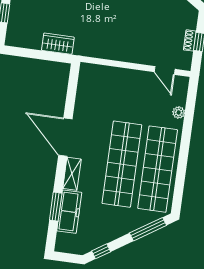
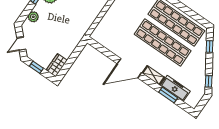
wardrobe: (58, 44) -> (57, 65), moved
window: (148, 229) -> (210, 47), width x0.46

